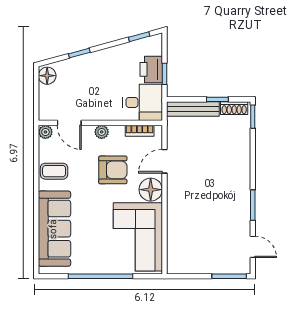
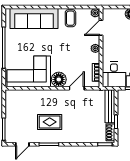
door: (164, 161) -> (77, 88), hinge flipped
armchair: (113, 170) -> (71, 55), removed
rug: (218, 204) -> (50, 122), added

